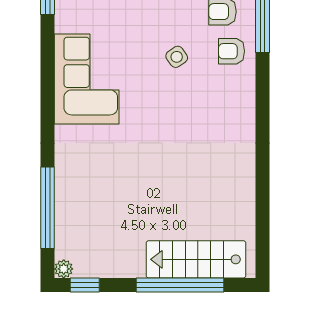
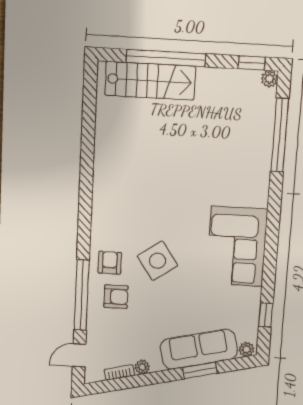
armchair: (232, 51) -> (110, 263), turned -90
side table: (177, 57) -> (157, 261), width x1.87, depth x1.87

